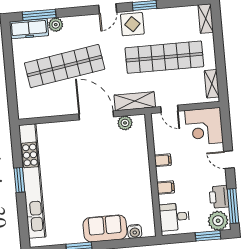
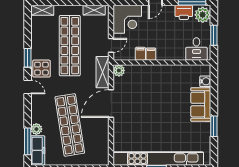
plant: (125, 123) -> (119, 70), moved
filing cabinet: (166, 187) -> (140, 54), moved
window: (208, 236) -> (214, 35), moved

